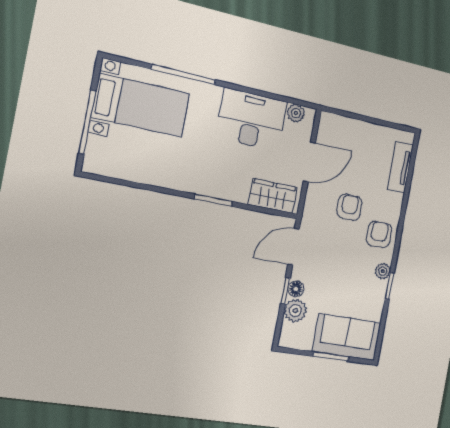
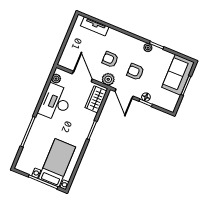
bed with nightstands: (141, 105) -> (57, 163), moved
armchair: (379, 234) -> (135, 72), moved
plant: (295, 311) -> (108, 79), moved

